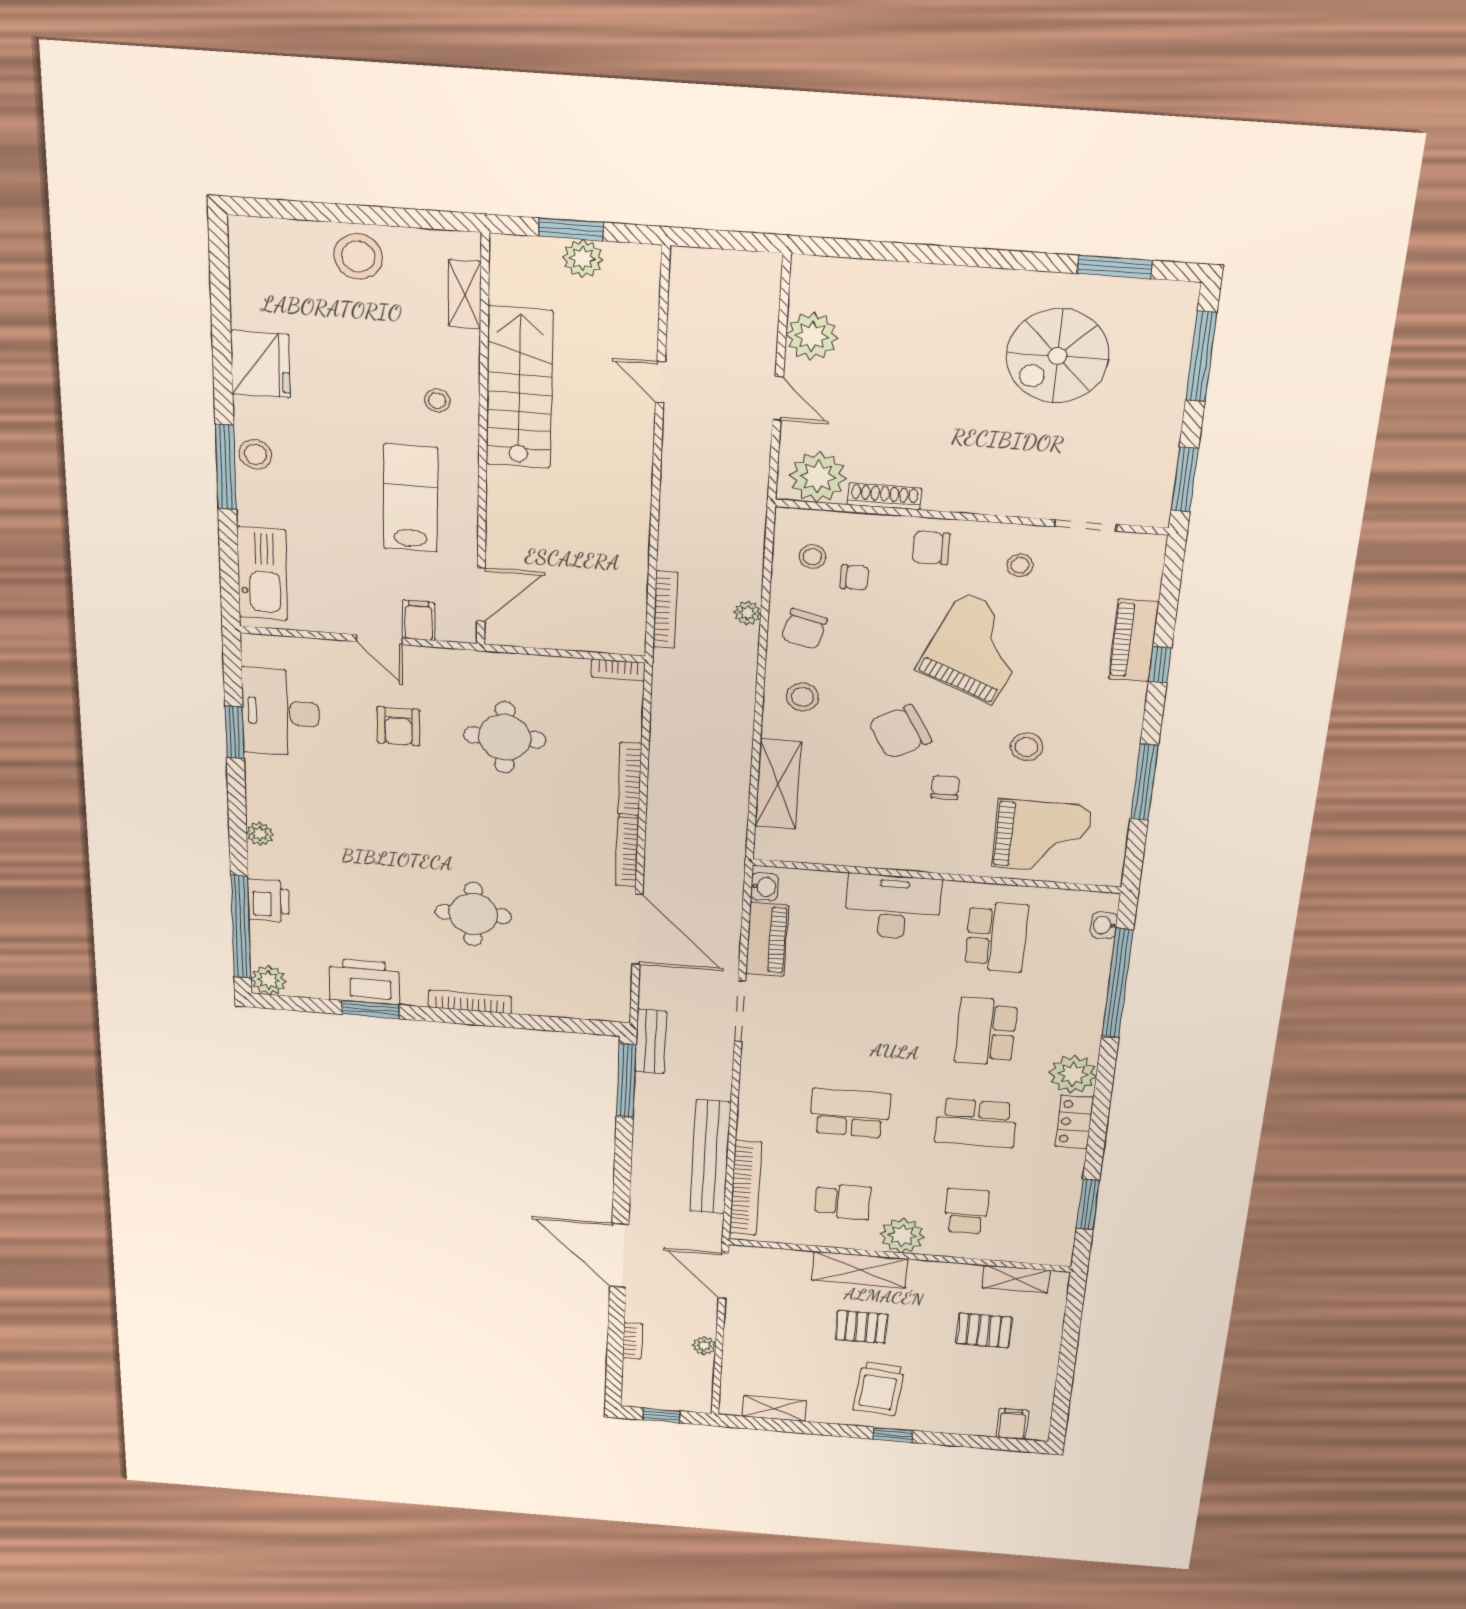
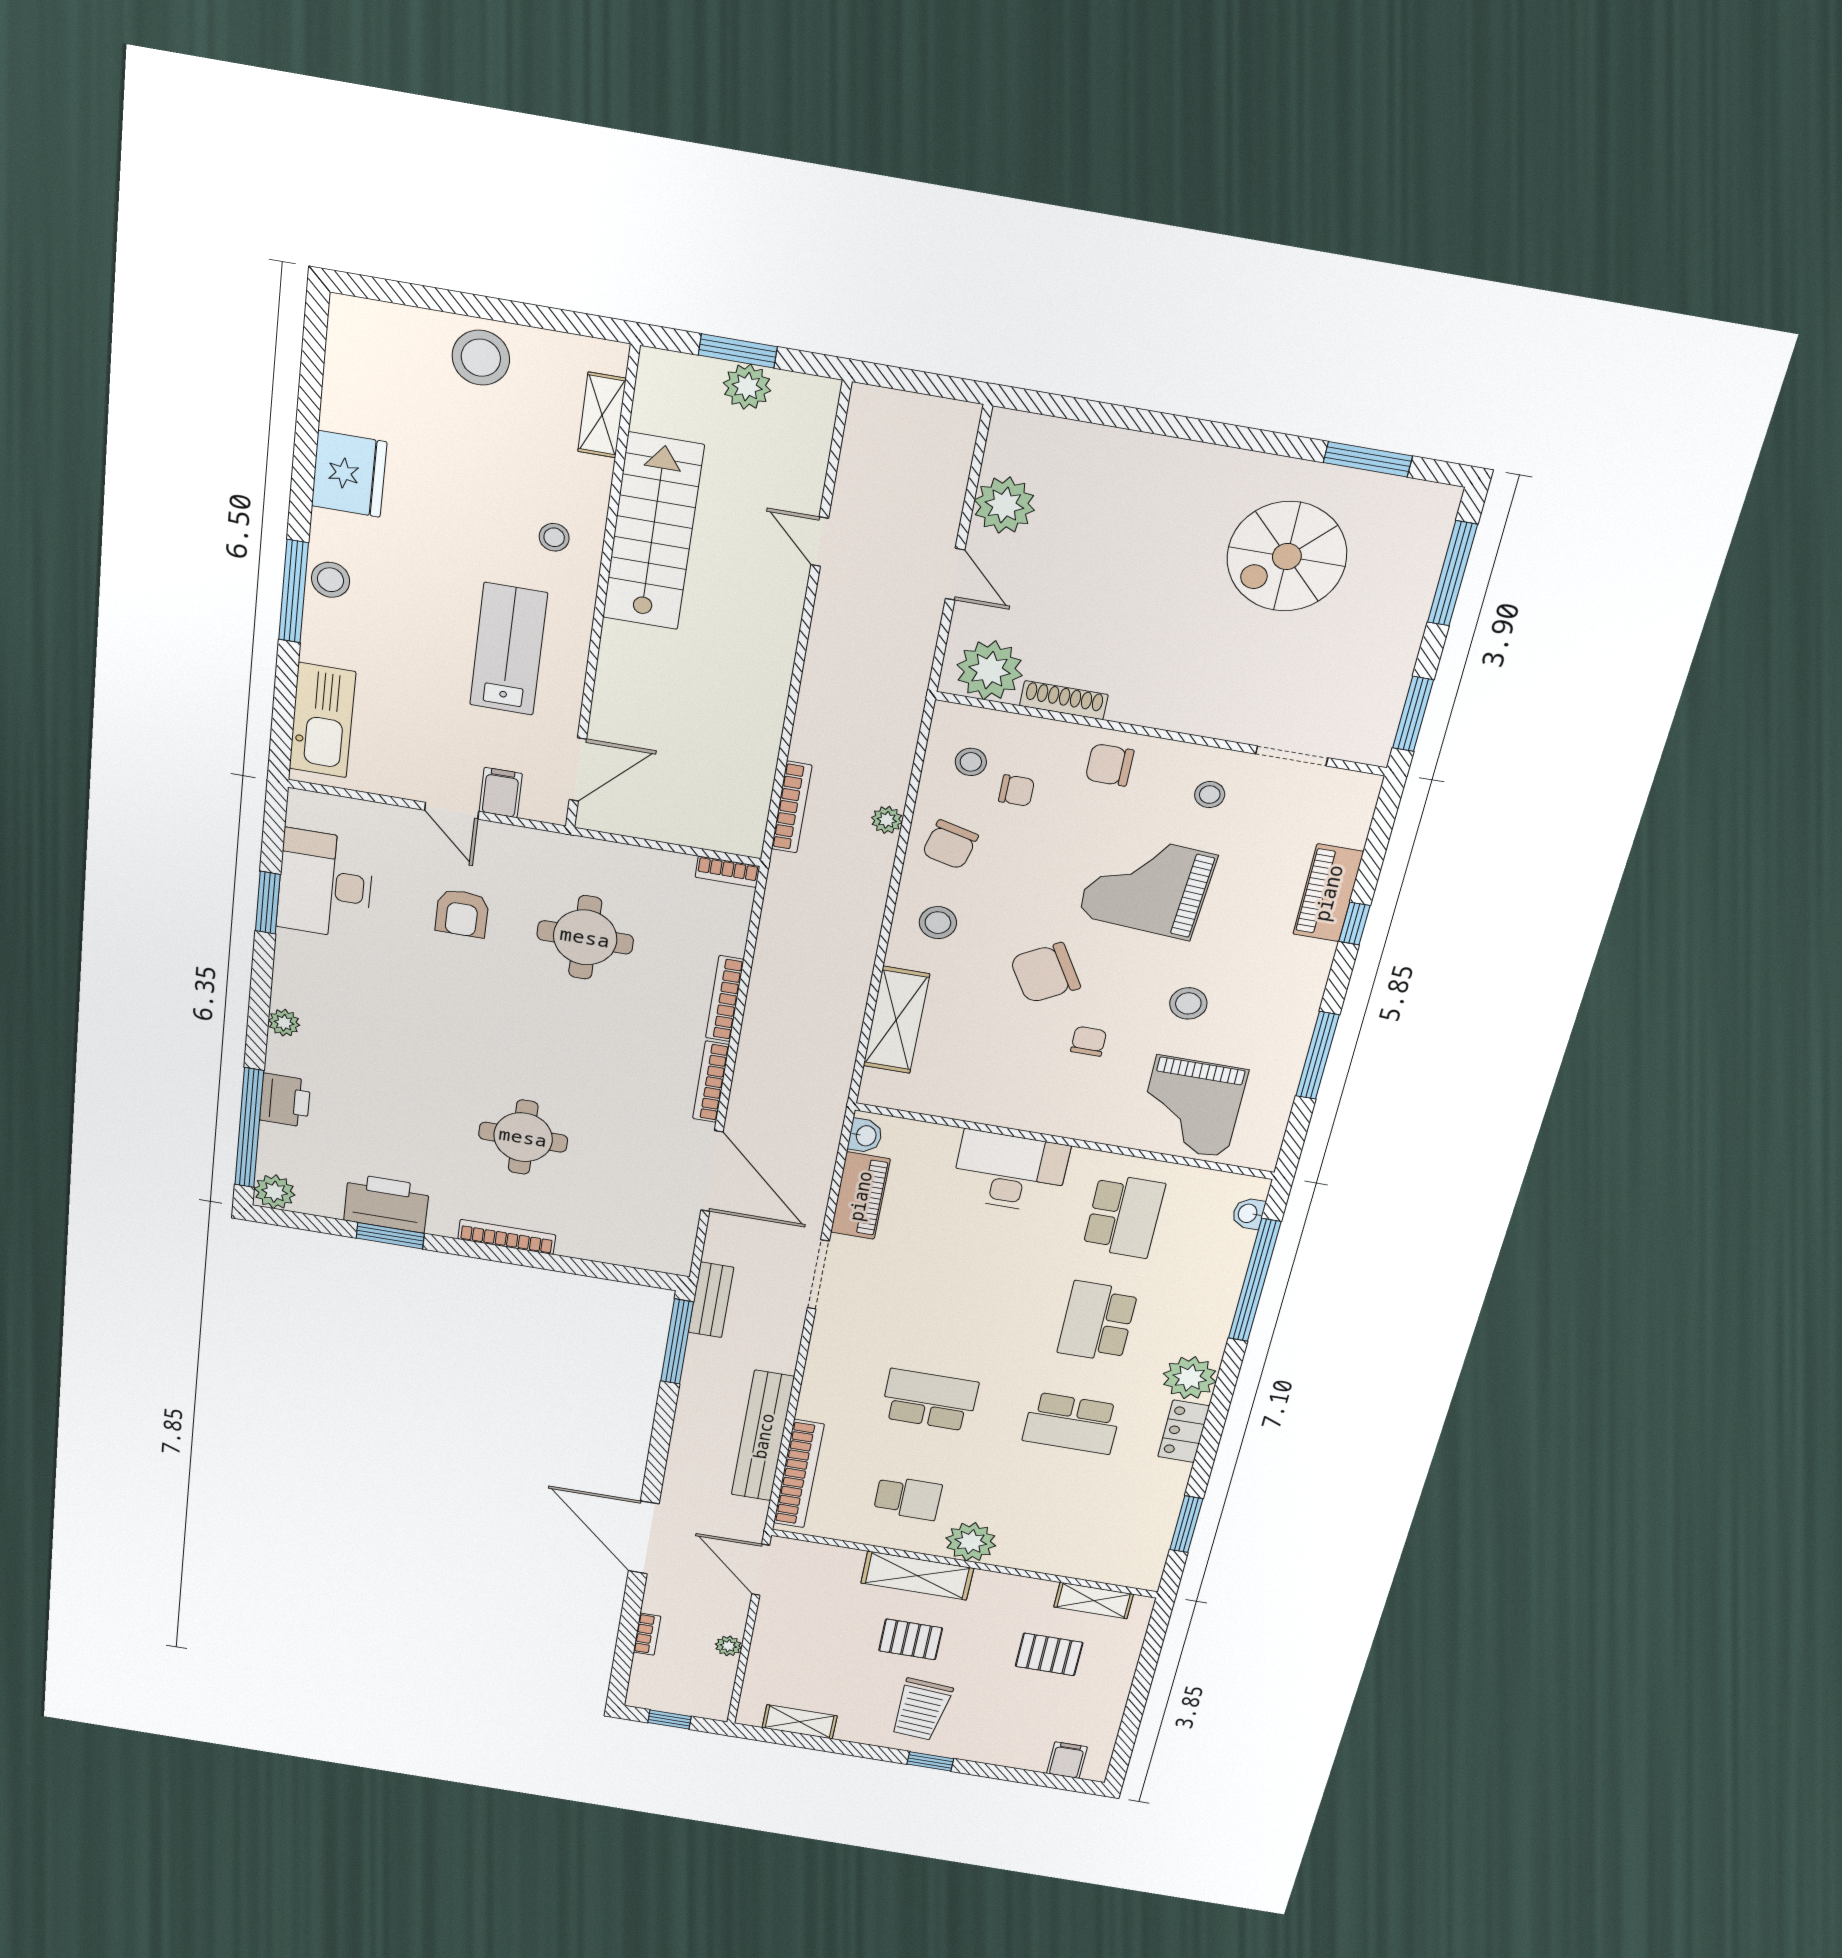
grand piano: (977, 648) -> (1147, 885), turned -109
grand piano: (1042, 836) -> (1192, 1107), turned 90
school desk: (966, 1211) -> (1047, 1521), removed

